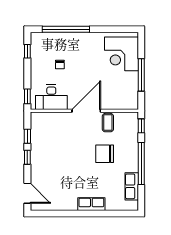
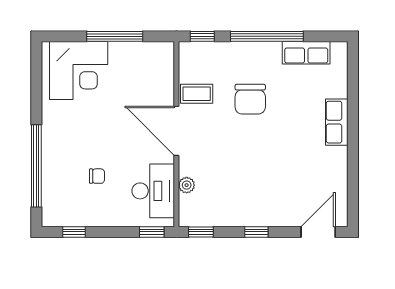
plant: (55, 117) -> (187, 185), added
window: (27, 136) -> (201, 232), moved

